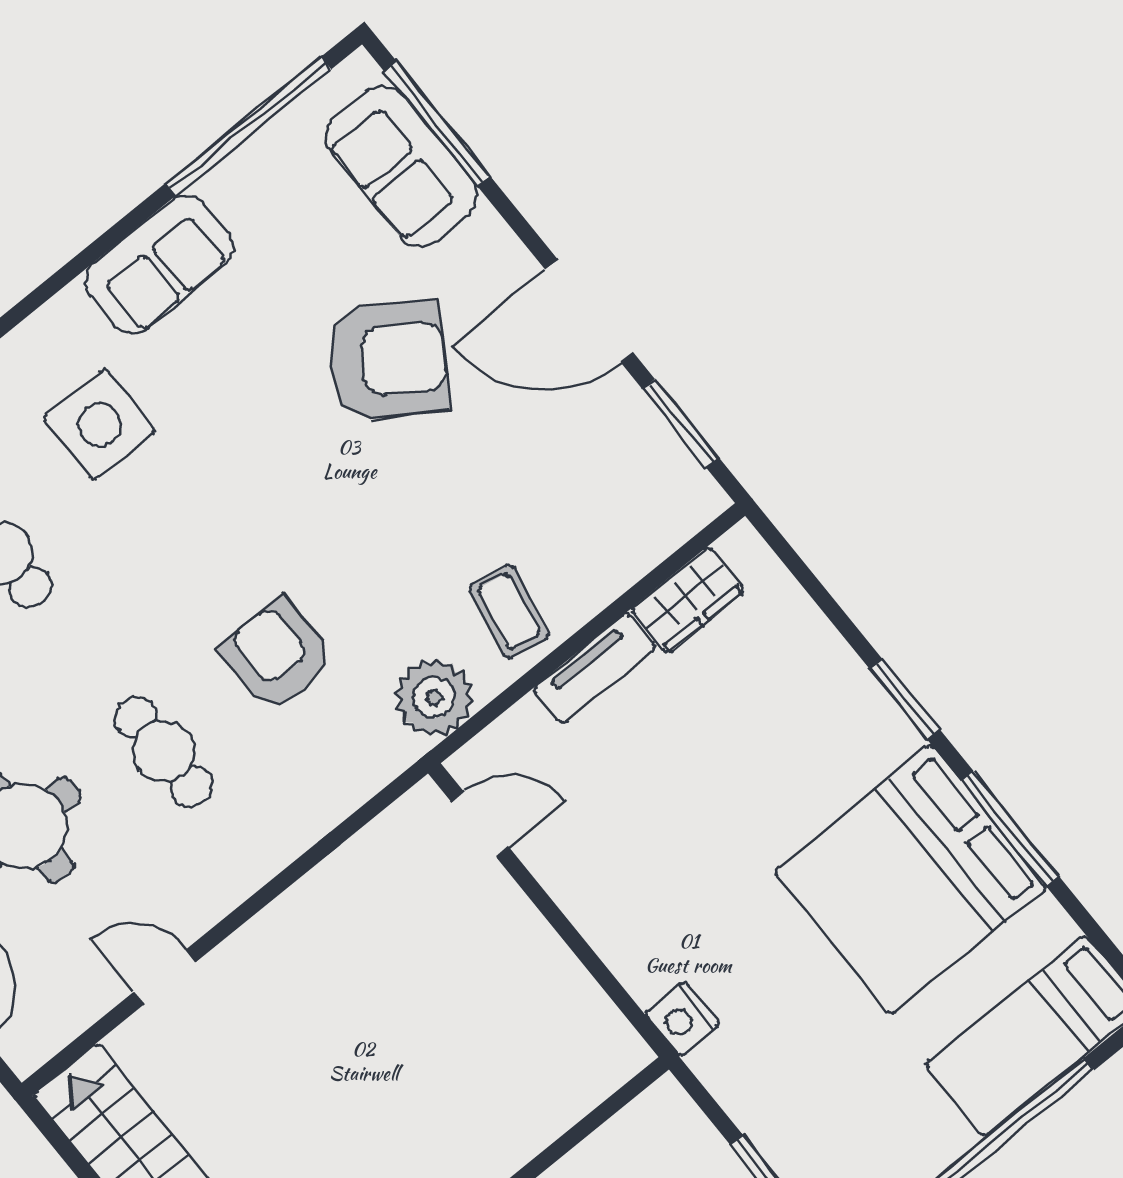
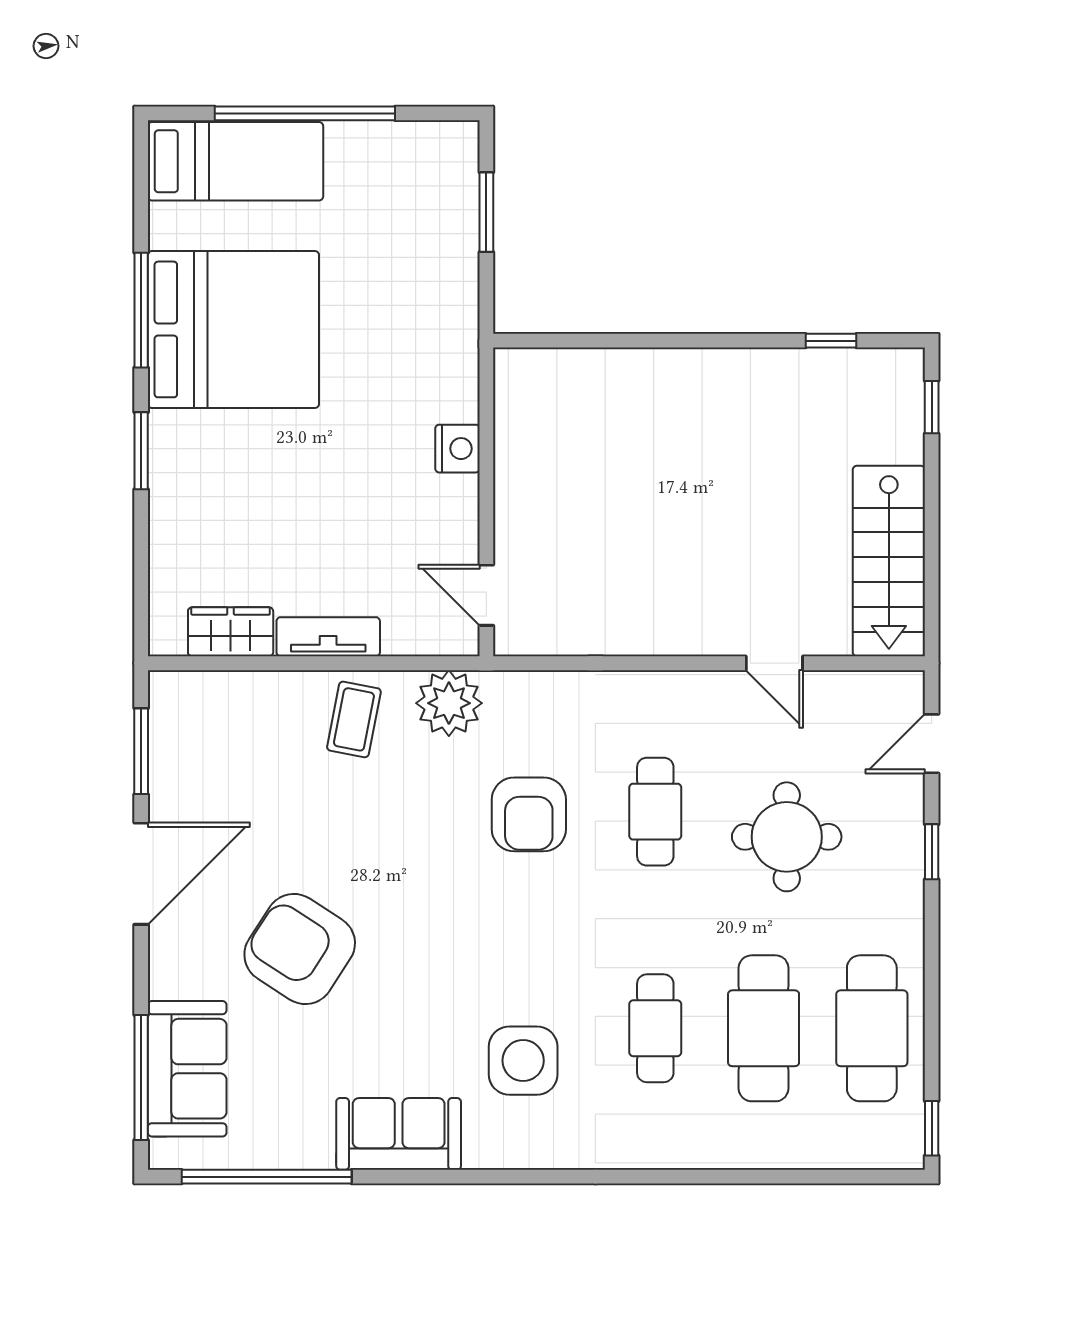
door: (589, 311) -> (141, 874), hinge flipped
nightstand: (682, 1019) -> (457, 449), moved

